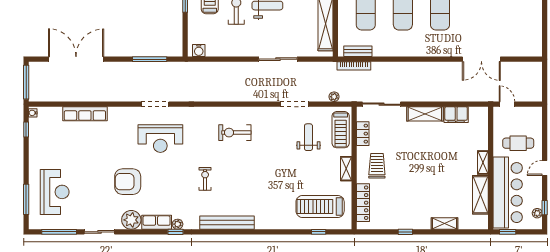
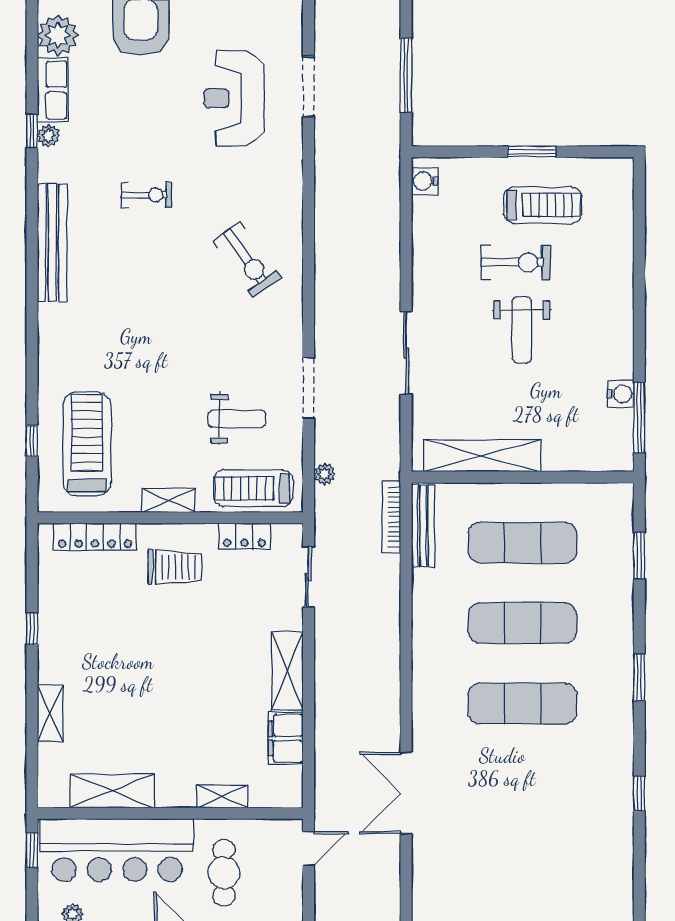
bench: (358, 51) -> (423, 526), width x1.36
sliding door: (381, 104) -> (308, 577), width x0.73
exercise bike: (235, 133) -> (247, 259), turned 144
shelving: (483, 162) -> (222, 796), moved

